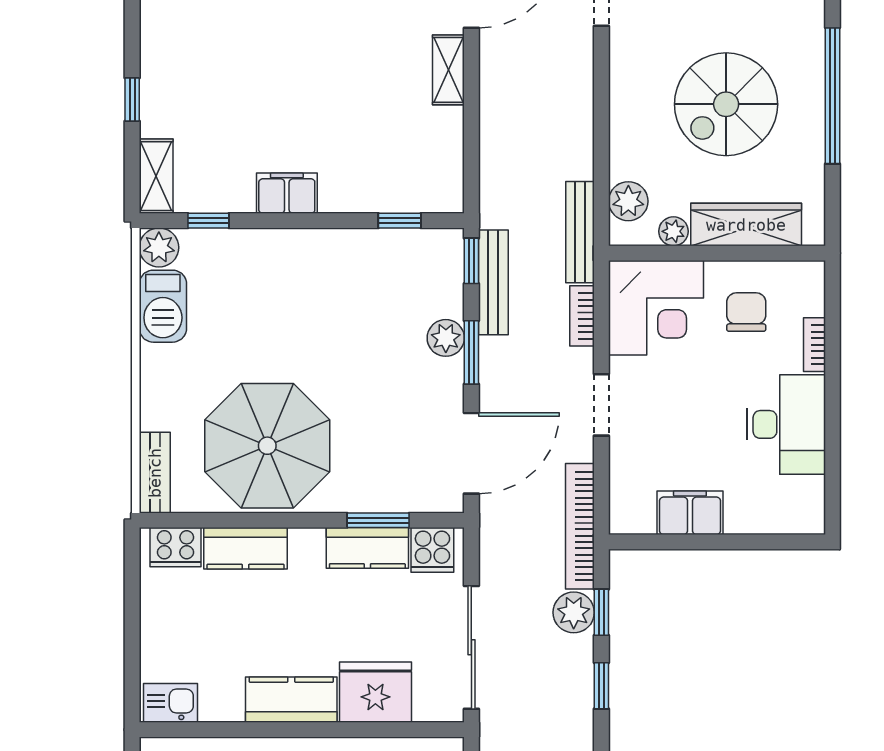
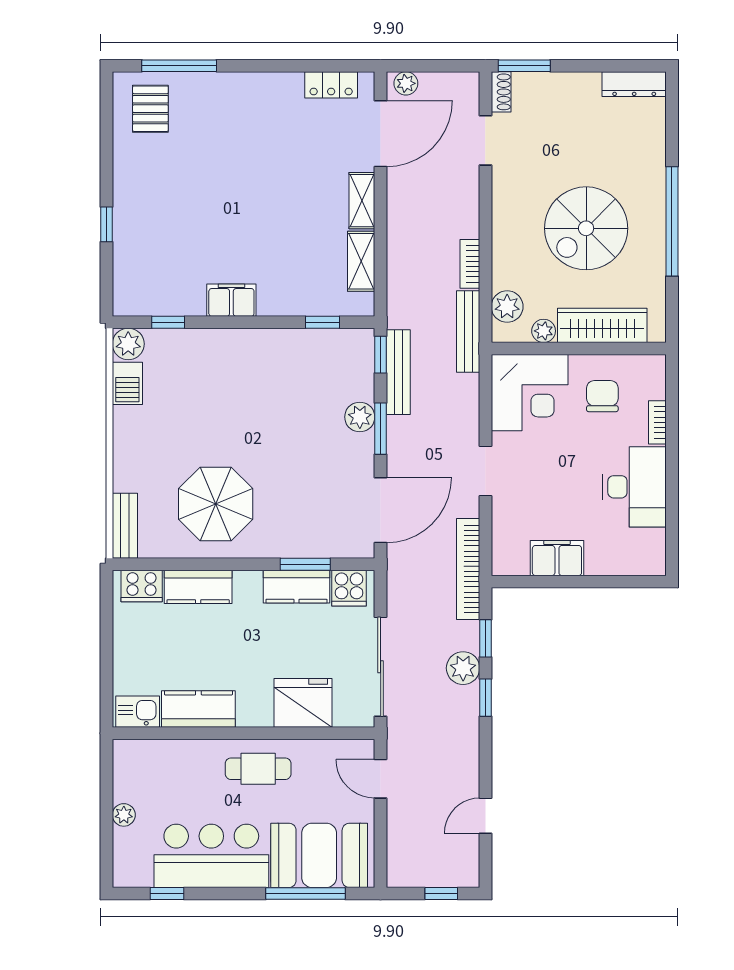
shelving: (156, 176) -> (361, 261), moved
barbecue: (163, 306) -> (127, 383), width x0.73, depth x0.79
bookcase: (582, 316) -> (470, 264), moved
parasol: (267, 446) -> (216, 504), width x0.73, depth x0.73
plant: (574, 612) -> (463, 668), moved
kitchen counter: (291, 700) -> (198, 709), moved

